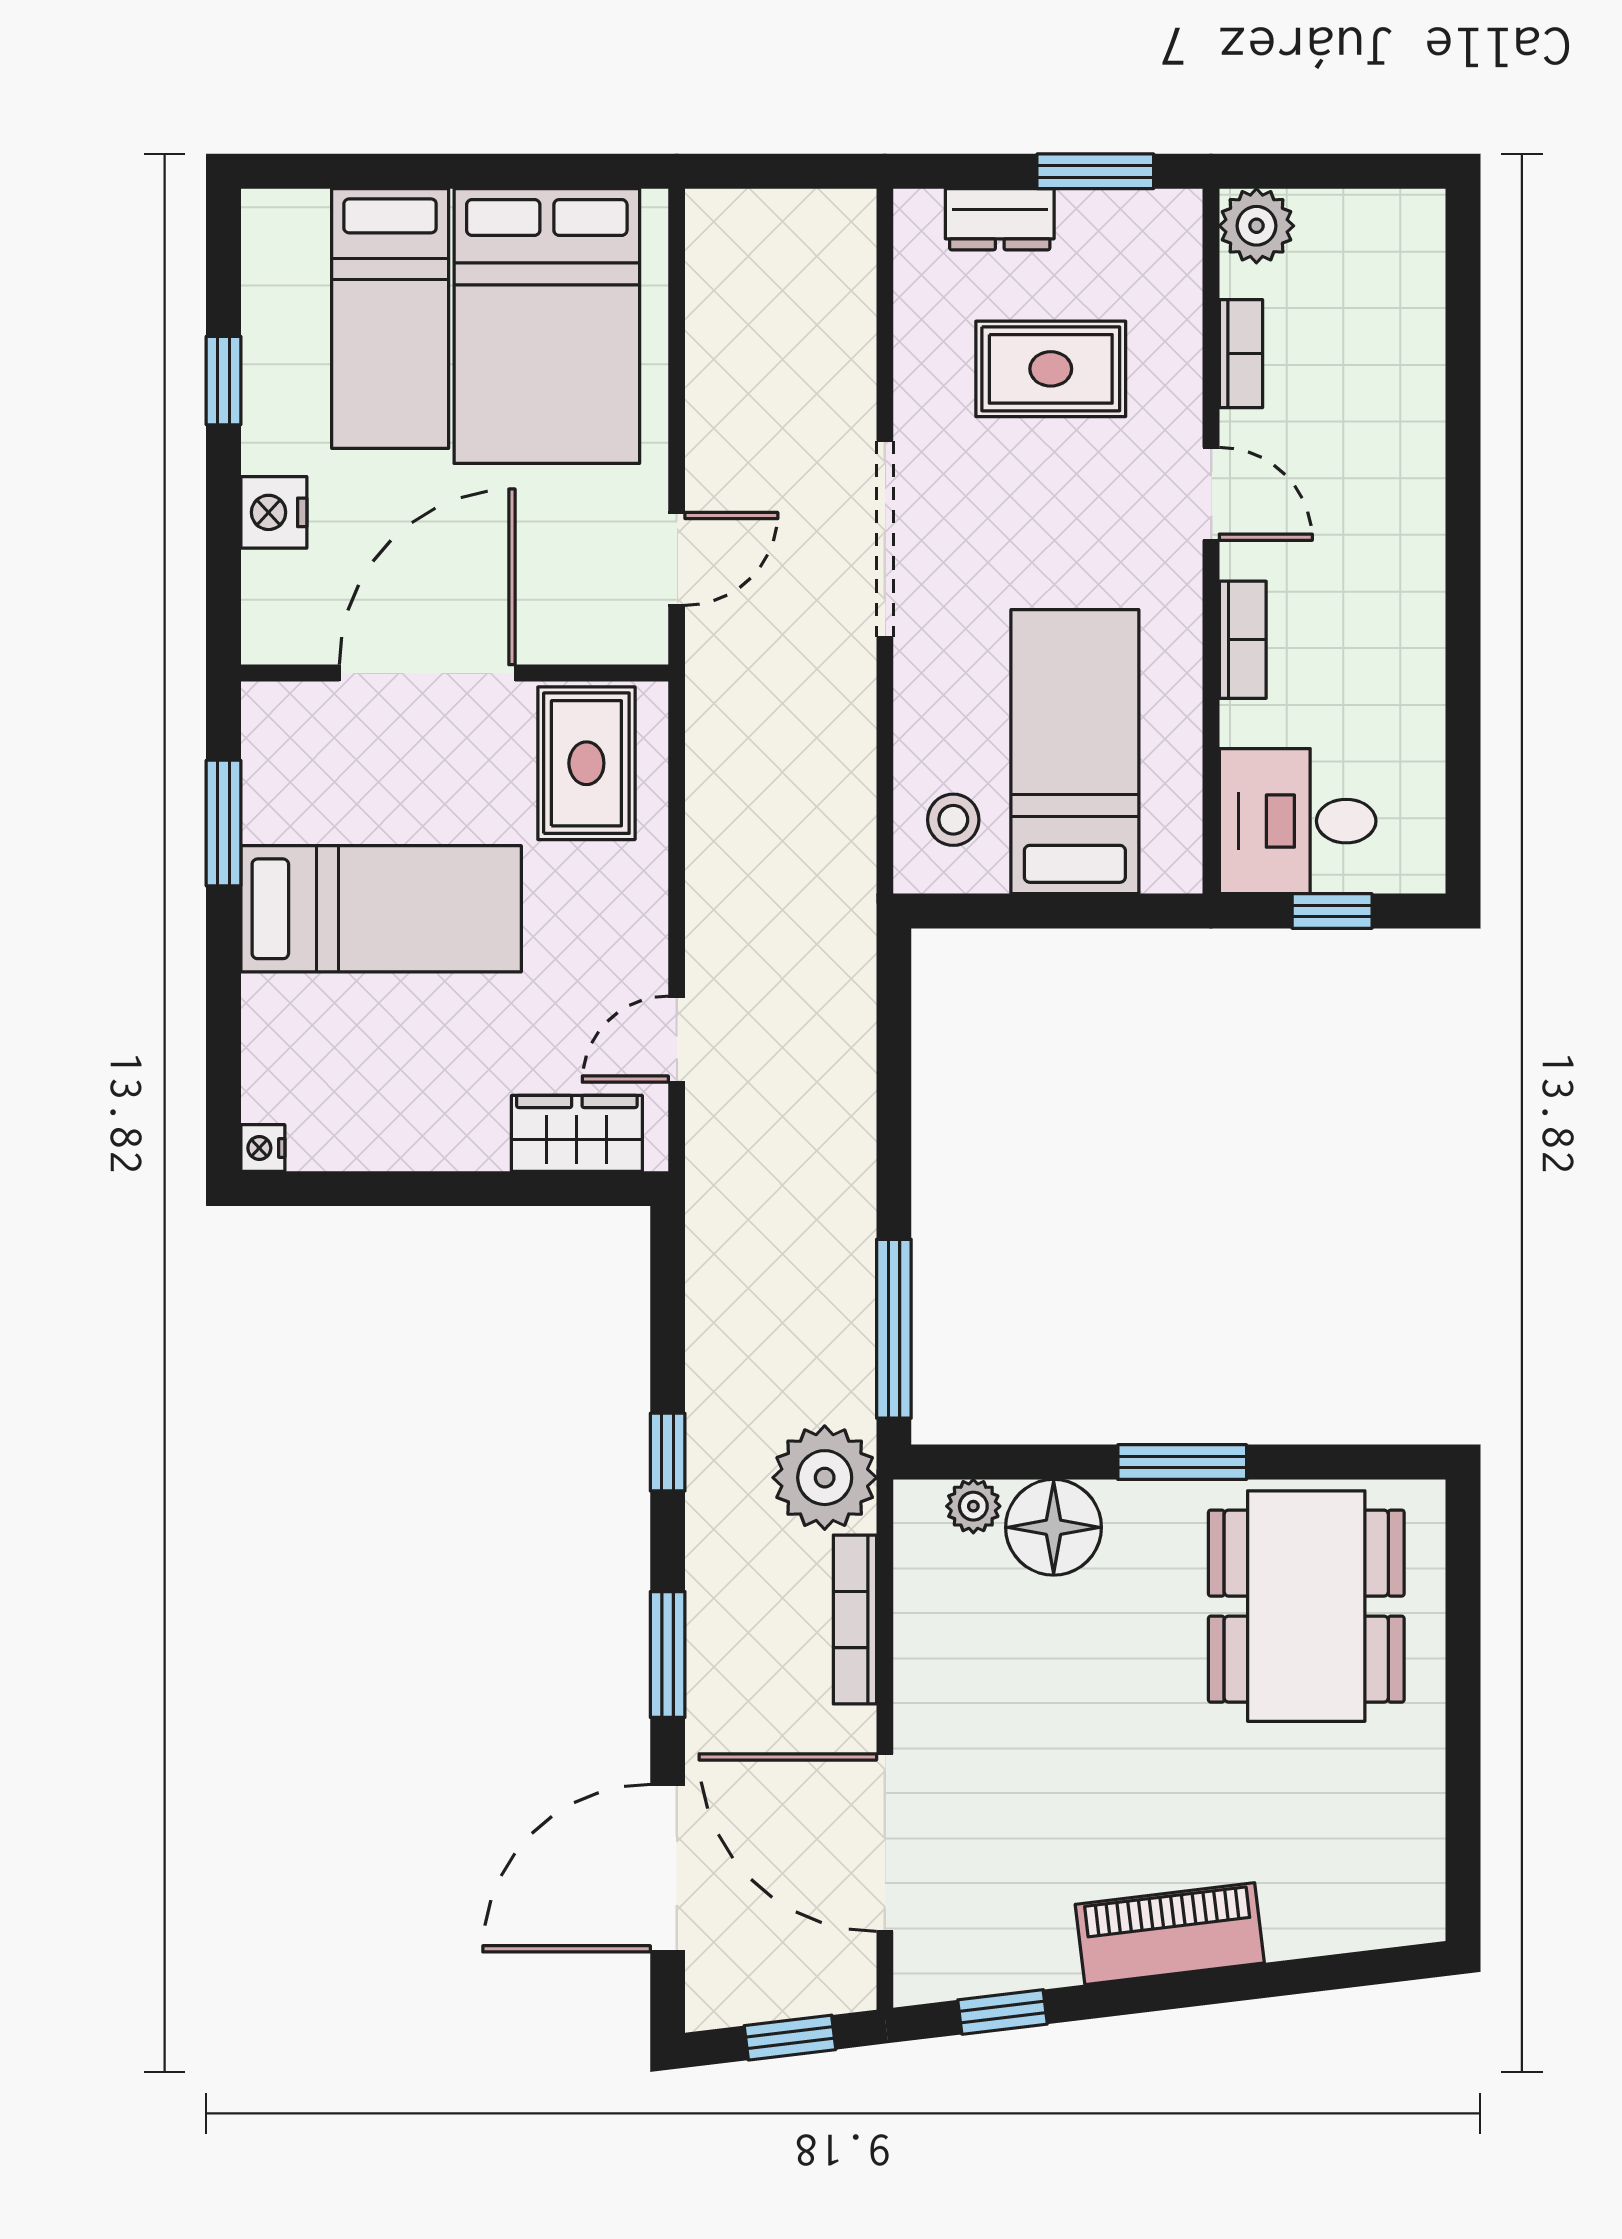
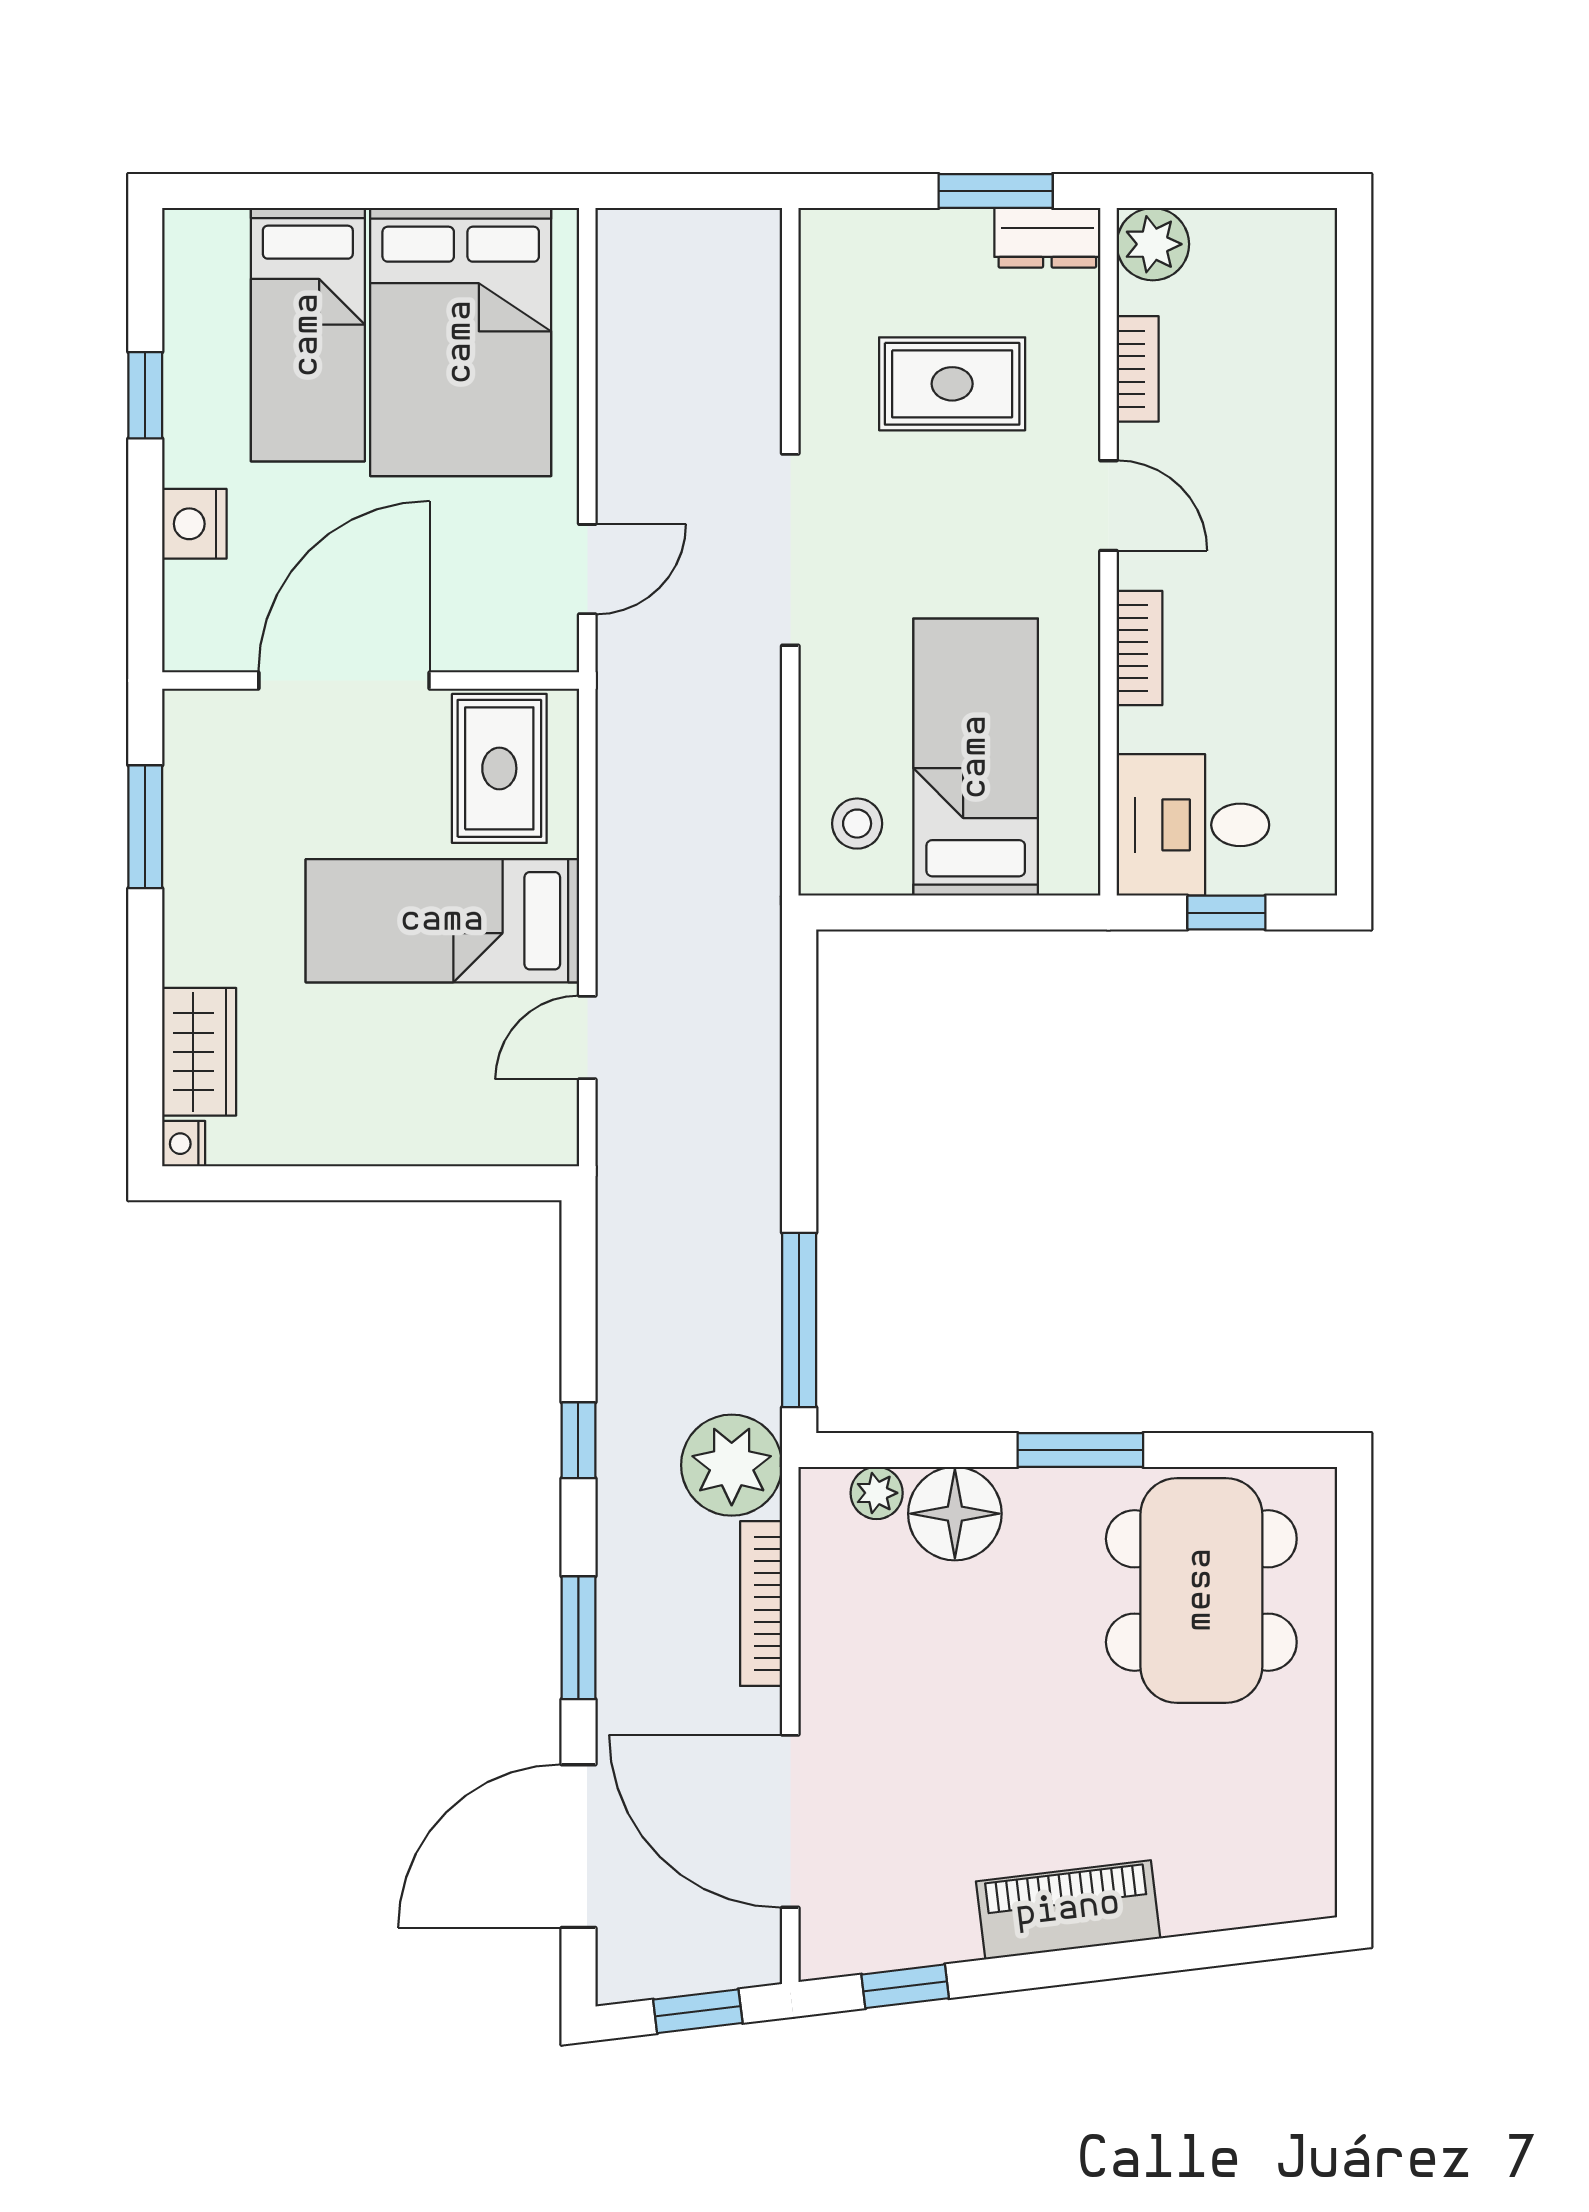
dresser: (1000, 219) -> (1047, 238), moved
bed: (381, 909) -> (442, 921), moved, turned 180
wardrobe: (577, 1133) -> (199, 1052), moved, turned 90

